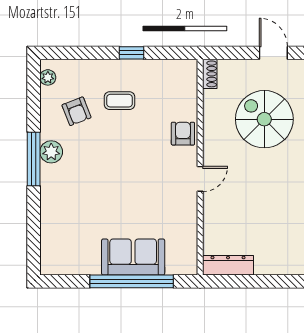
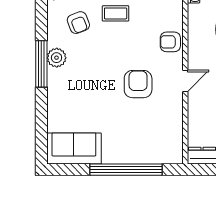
armchair: (183, 134) -> (170, 42), turned -90
armchair: (146, 182) -> (138, 84), added
sofa: (133, 257) -> (74, 149), moved

